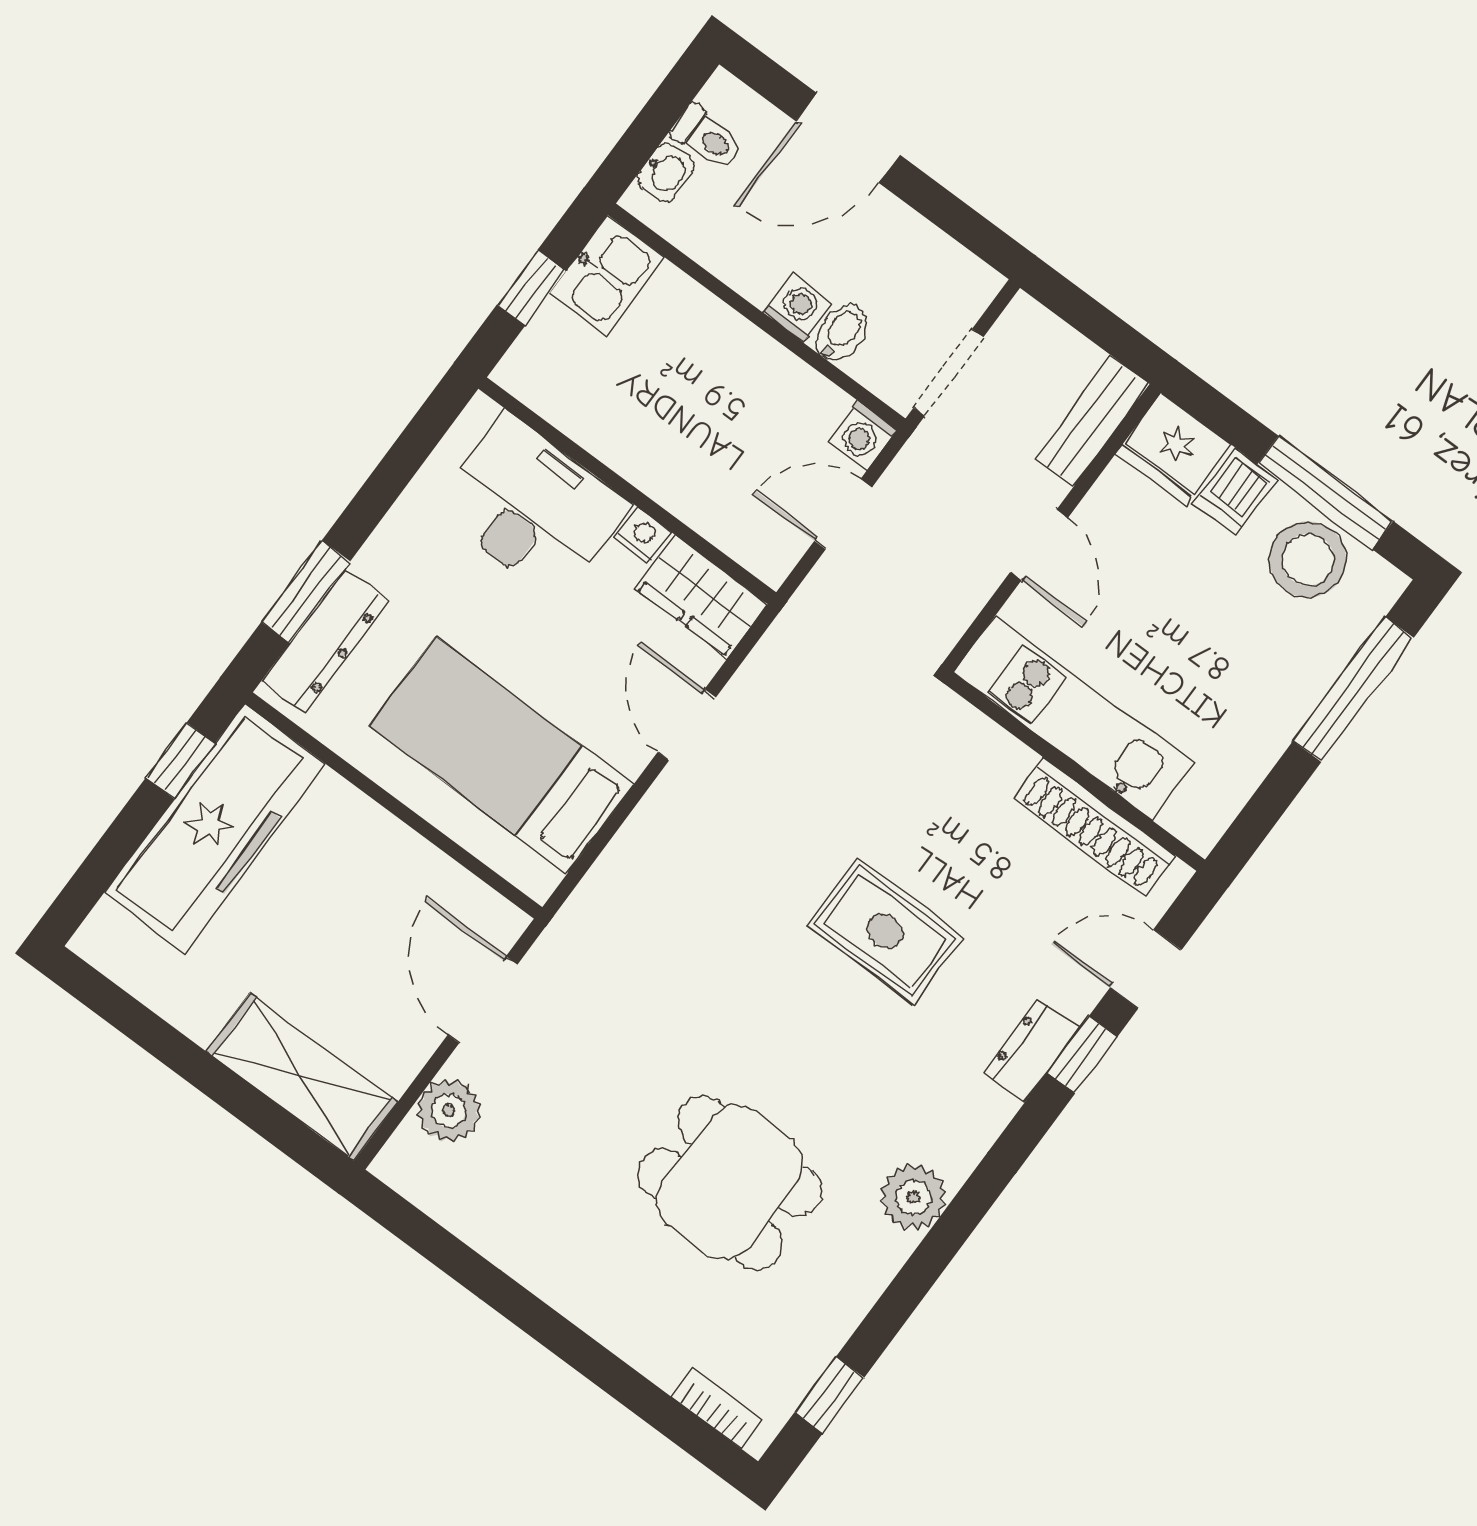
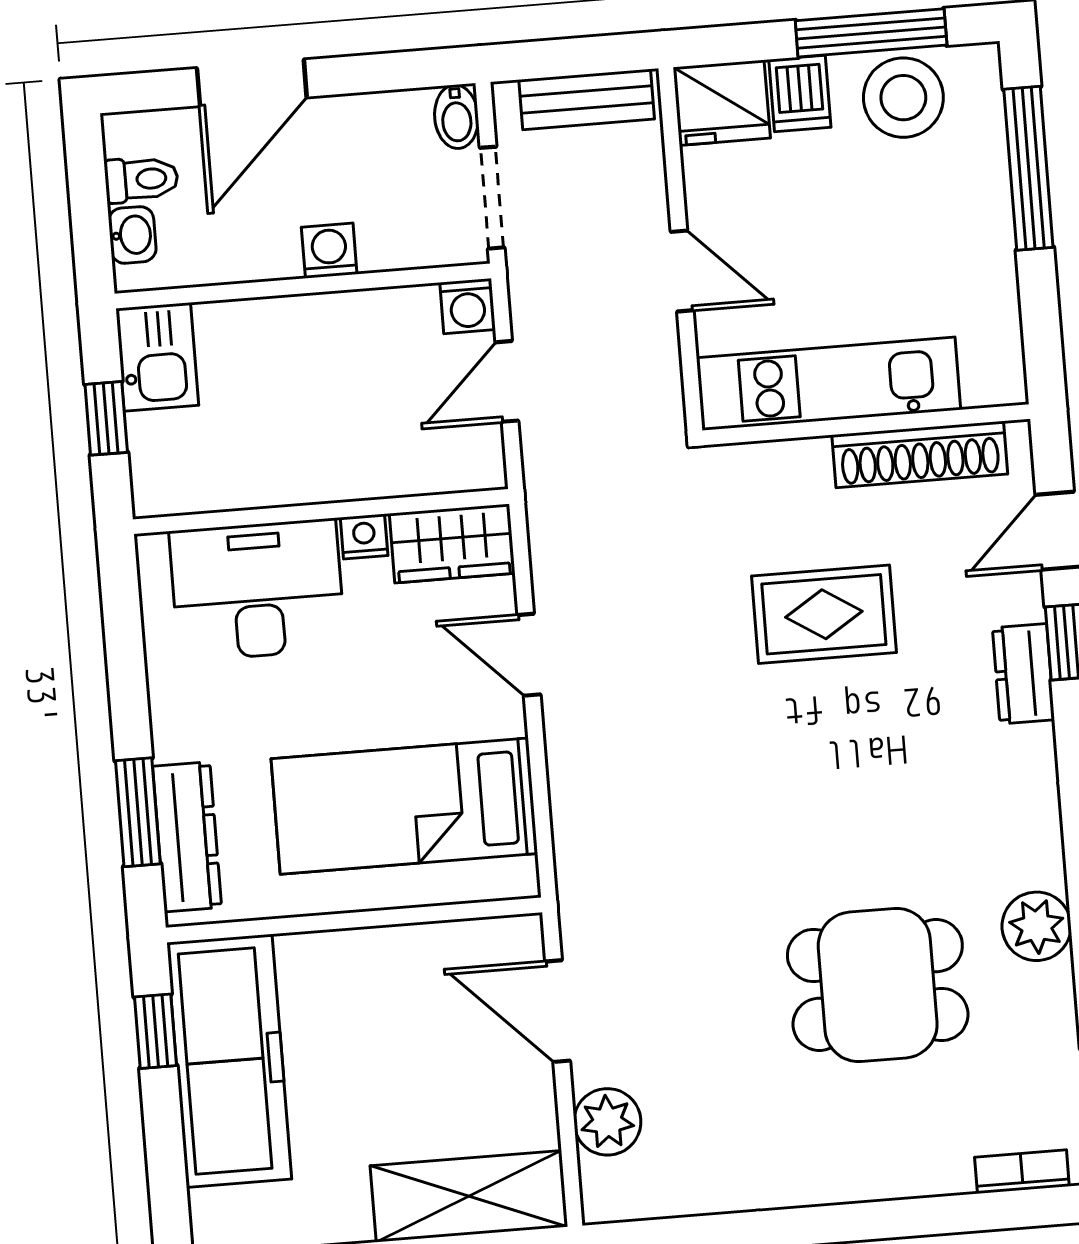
bidet: (842, 333) -> (456, 117), moved, turned 180
bench: (1092, 422) -> (587, 99), moved, turned 90
rug: (885, 931) -> (824, 614), moved
plant: (913, 1197) -> (1037, 926), moved

